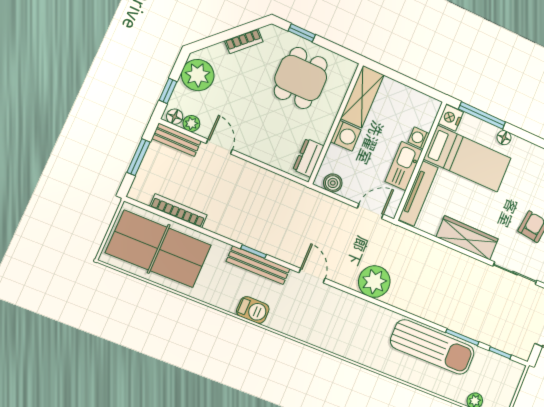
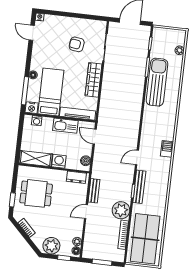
washing machine: (419, 138) -> (37, 121), moved
bench: (177, 140) -> (94, 191), moved
door: (219, 146) -> (86, 212), moved
plant: (374, 282) -> (121, 210), moved
barbecue: (253, 310) -> (167, 149), moved

